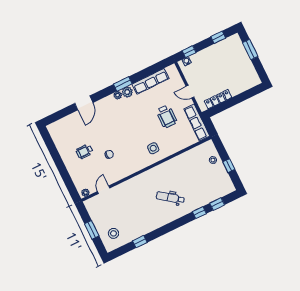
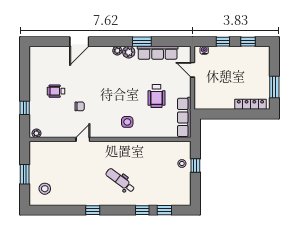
window: (250, 49) -> (274, 87), moved
window: (189, 52) -> (223, 42), moved
window: (123, 84) -> (142, 42), moved
door: (190, 92) -> (192, 70), moved
locker: (218, 99) -> (250, 104), moved
window: (229, 166) -> (195, 165), moved
window: (66, 177) -> (25, 108), added
door: (104, 190) -> (83, 139), moved
window: (140, 242) -> (93, 210), moved

